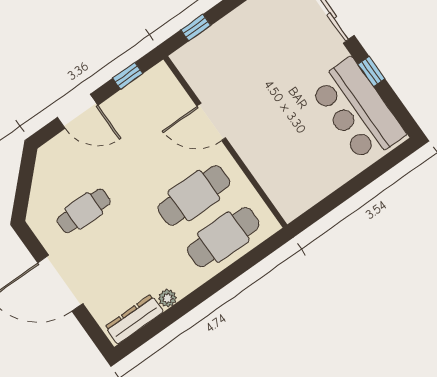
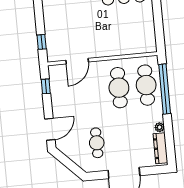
door: (78, 111) -> (50, 129), moved
door: (211, 122) -> (77, 61), moved
window: (234, 271) -> (165, 89), added

